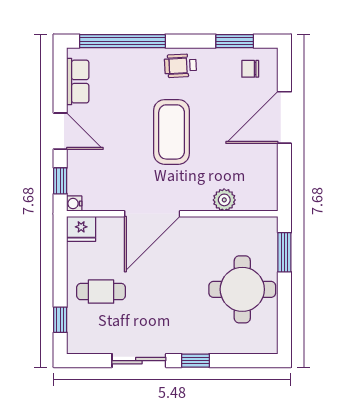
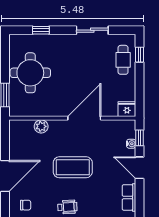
coffee table: (172, 132) -> (73, 167), turned 90
water cooler: (74, 204) -> (131, 144), moved
cafe table: (101, 292) -> (123, 60), moved, turned 90
window: (195, 361) -> (41, 30), moved

